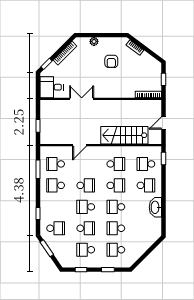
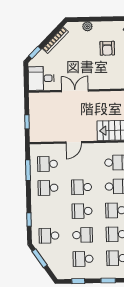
school desk: (86, 185) -> (82, 187), turned 180
school desk: (56, 228) -> (49, 236), turned 180

